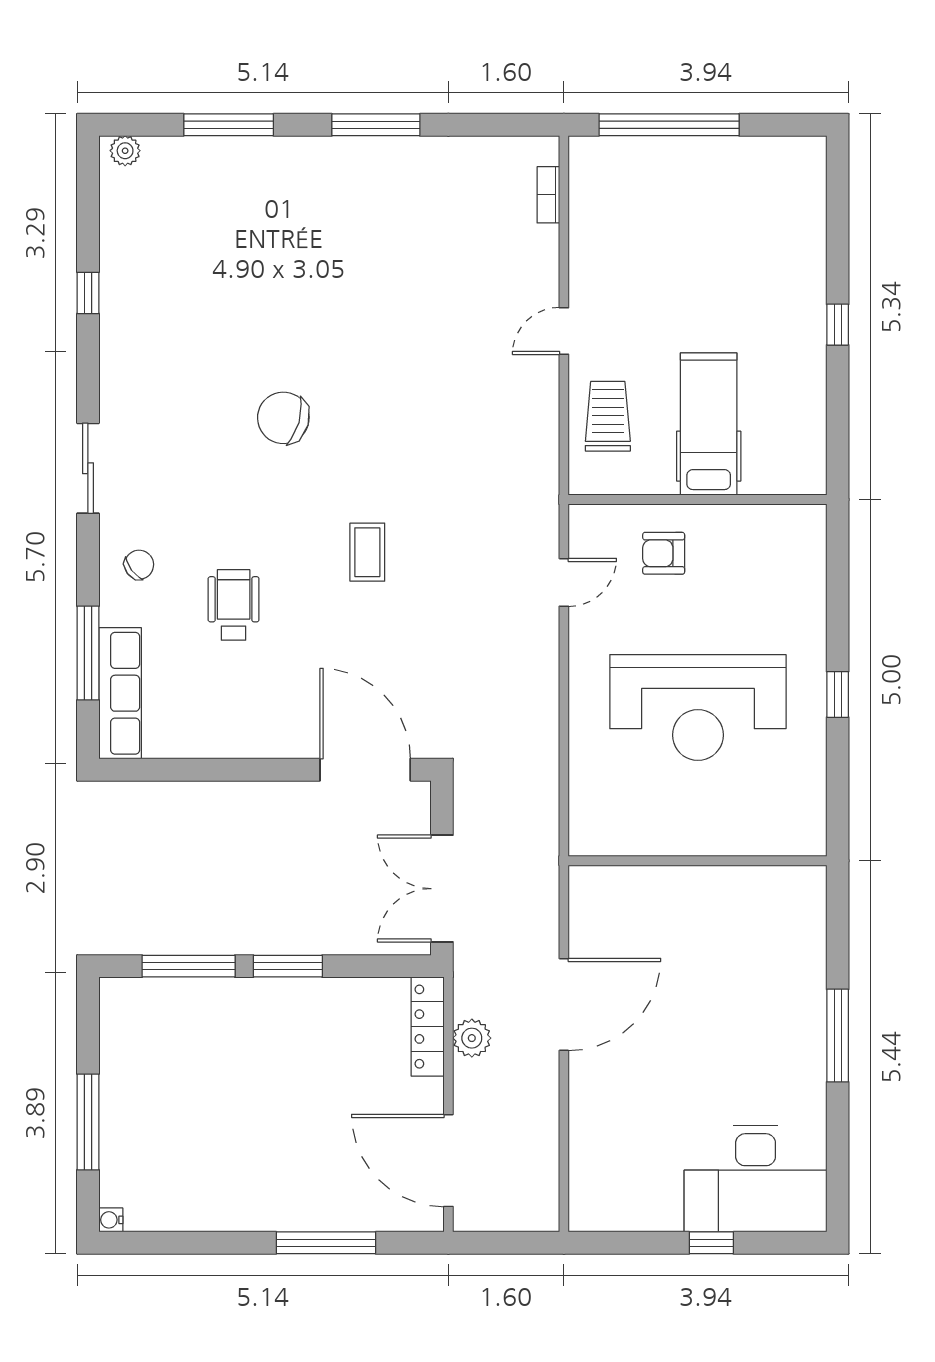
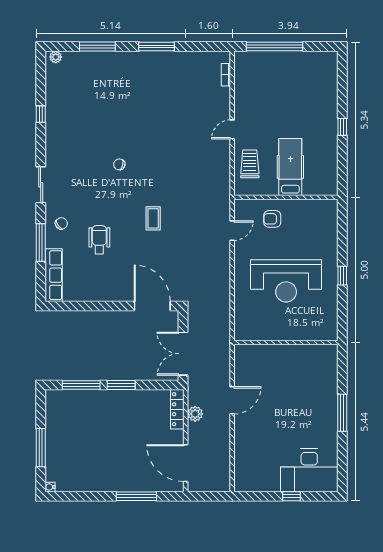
chair: (283, 418) -> (119, 164), width x0.54, depth x0.54
window: (88, 653) -> (41, 242), moved
door: (564, 1005) -> (232, 400), width x0.73

